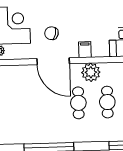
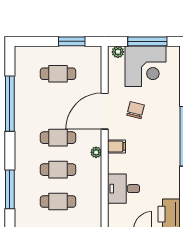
plant: (91, 72) -> (96, 152), width x0.53, depth x0.53
cafe table: (20, 104) -> (58, 74), added

